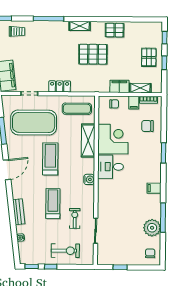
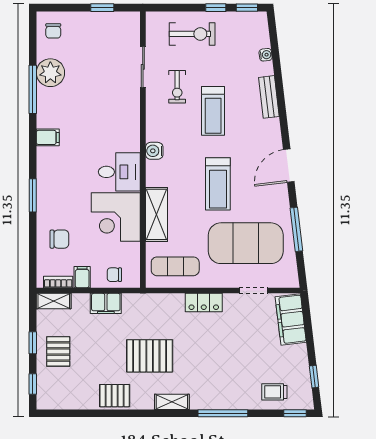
shelving: (140, 88) -> (54, 301), moved
exercise bike: (65, 251) -> (192, 34), turned 180

